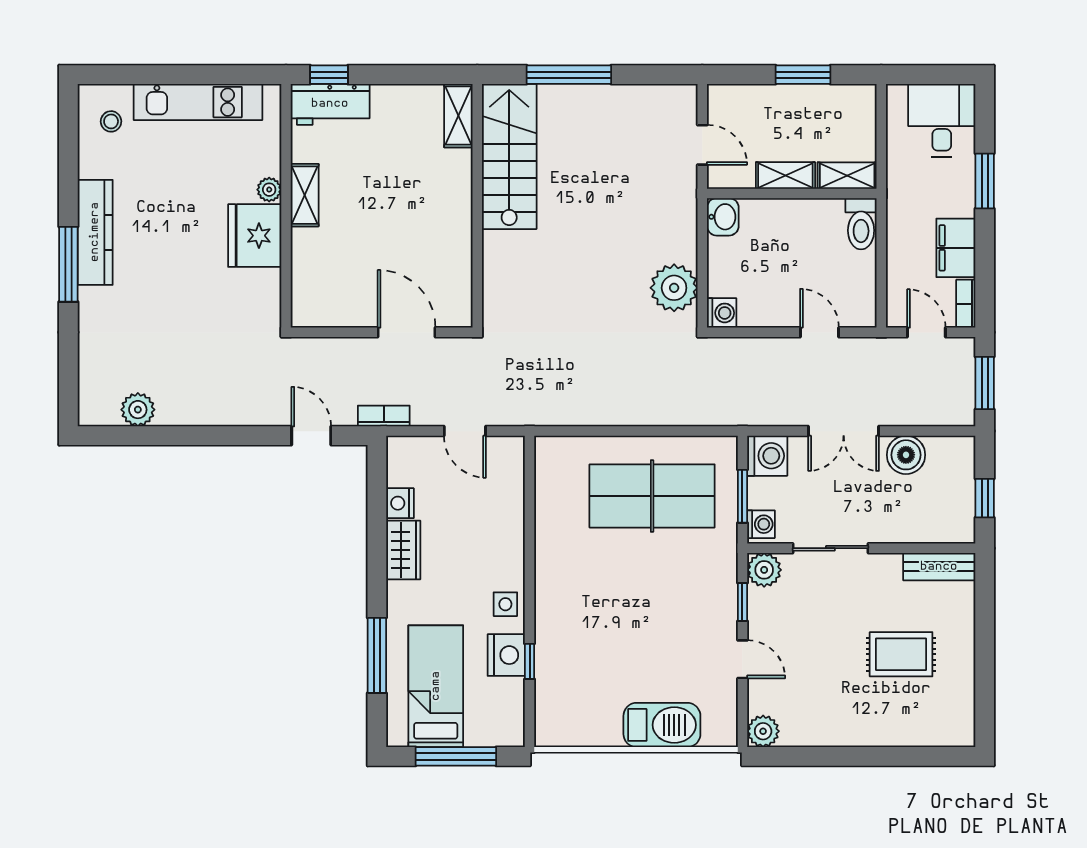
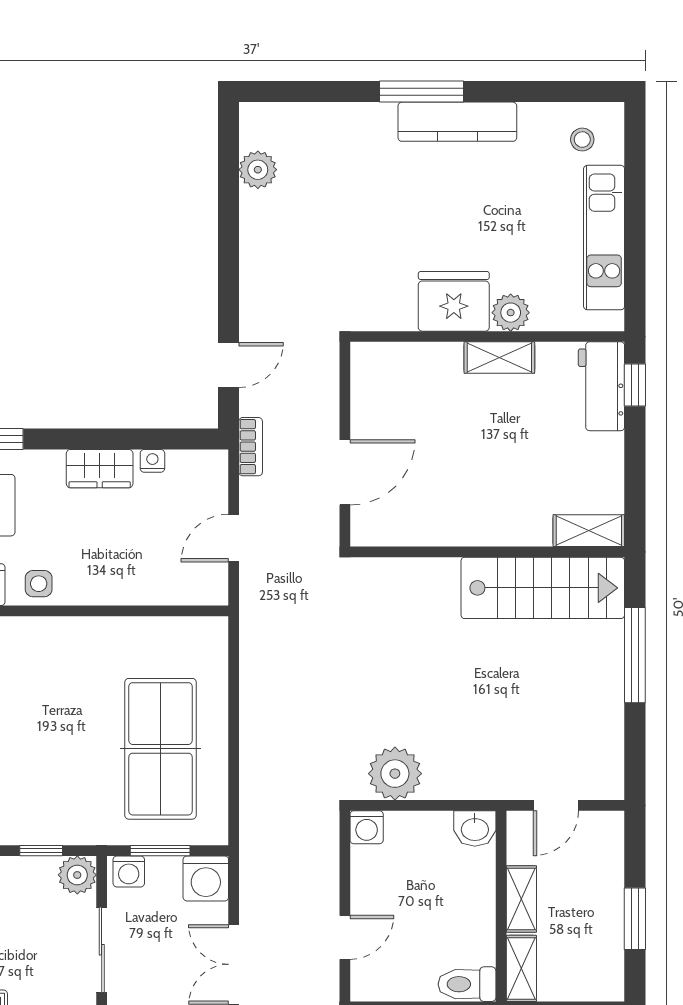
plant: (269, 190) -> (511, 313), width x1.38, depth x1.38
nightstand: (400, 503) -> (152, 461), width x0.72, depth x0.74

